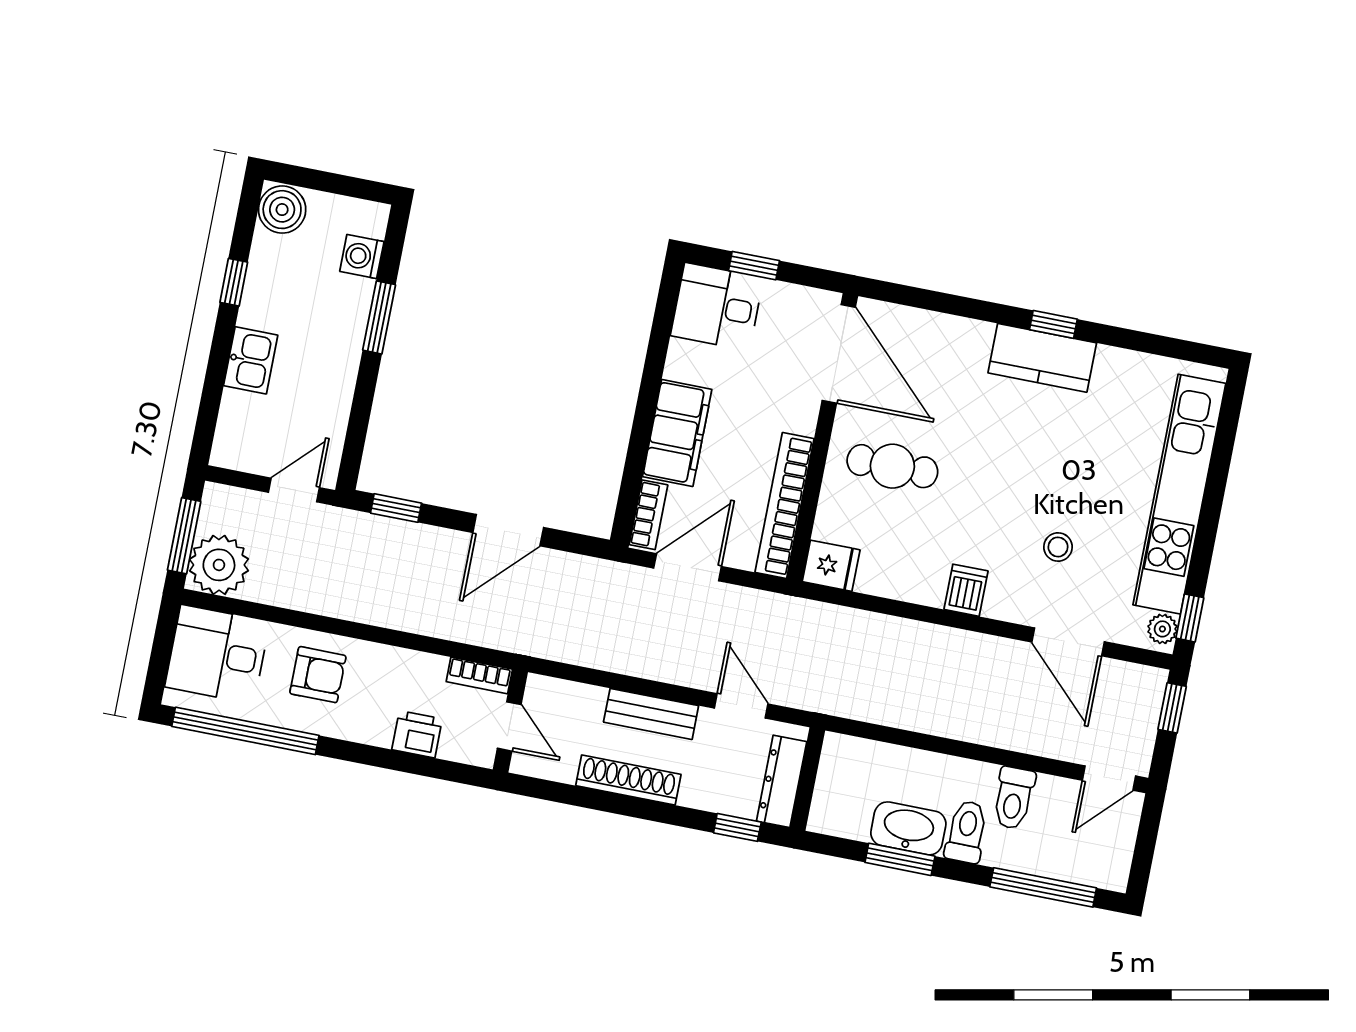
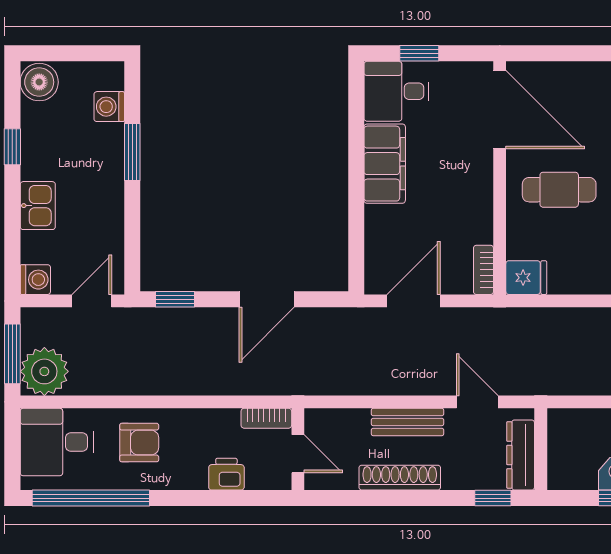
filing cabinet: (677, 433) -> (385, 164), moved
washing machine: (230, 450) -> (35, 280), added
bookcase: (785, 506) -> (483, 270), width x0.43, depth x0.76
bookcase: (648, 515) -> (375, 266), removed

